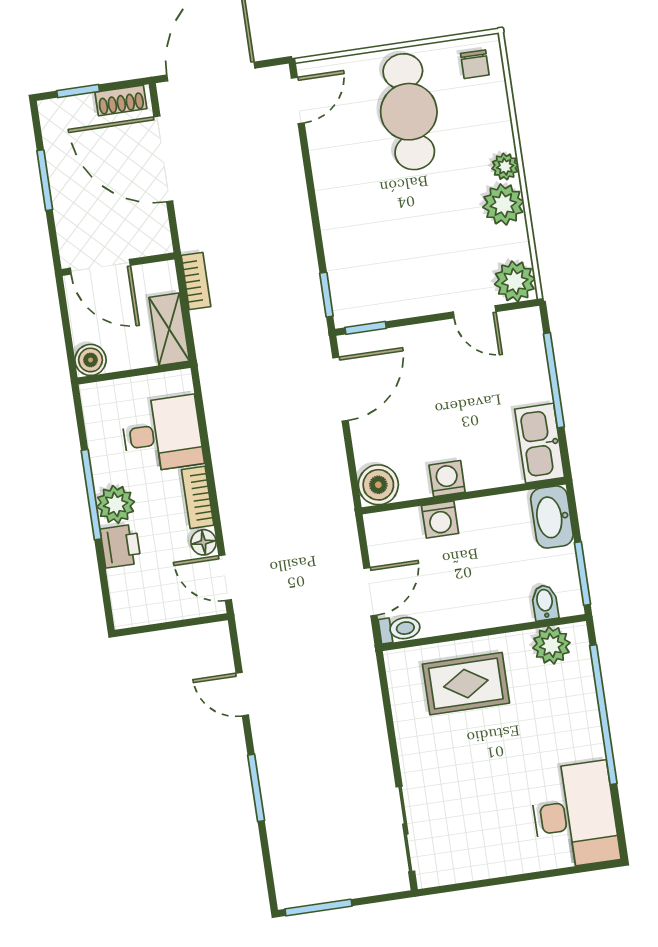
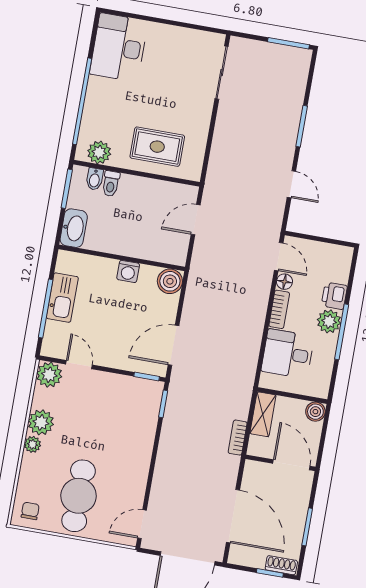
shoe rack: (121, 100) -> (281, 565), moved
kitchen sink: (540, 443) -> (62, 298), moved
washing machine: (440, 520) -> (140, 249), removed
toilet: (400, 629) -> (111, 184), moved, turned -90

